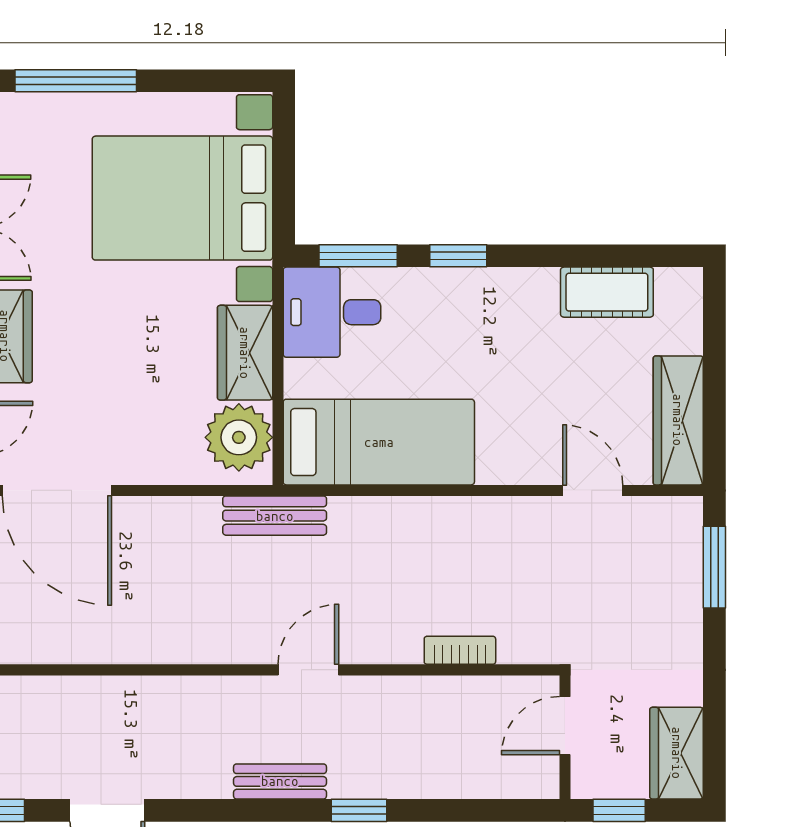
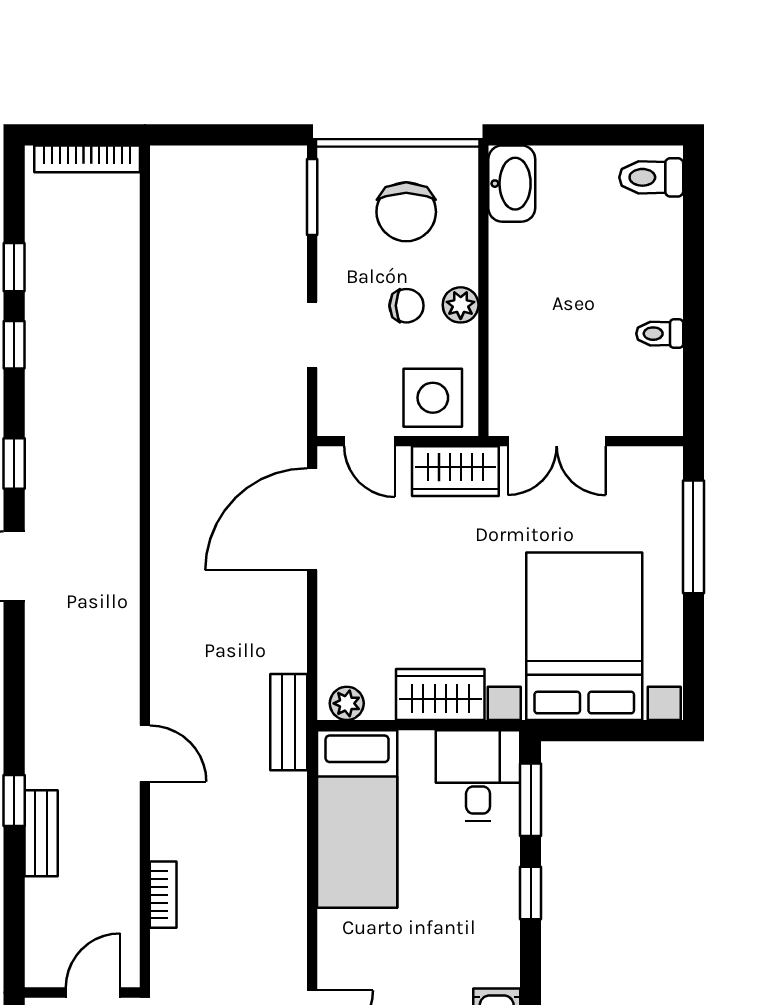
plant: (239, 437) -> (347, 703), width x0.53, depth x0.53
door: (565, 726) -> (93, 993), hinge flipped
bench: (280, 781) -> (41, 833), moved

